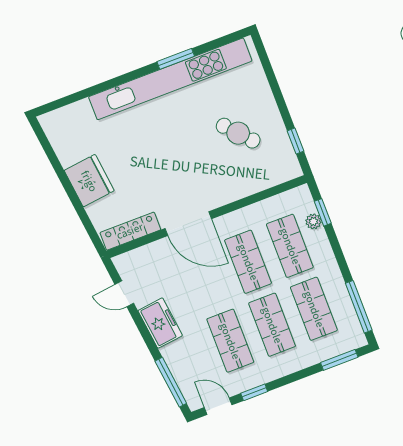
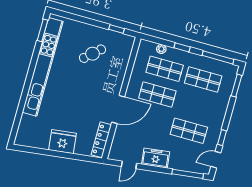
window: (176, 59) -> (43, 30), moved
window: (323, 212) -> (182, 47), moved
shop shelf: (272, 325) -> (196, 105), removed

